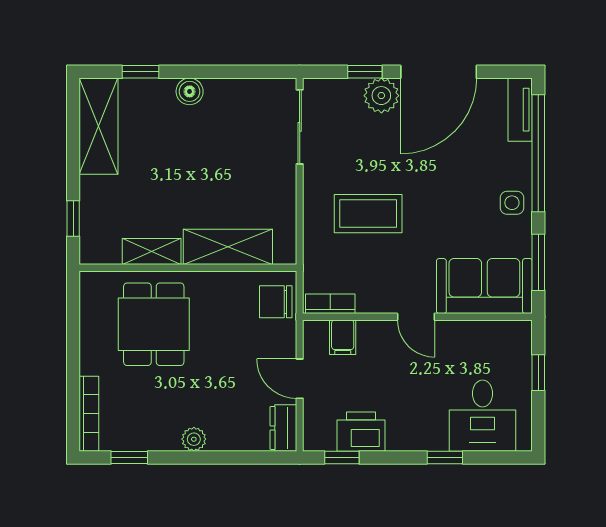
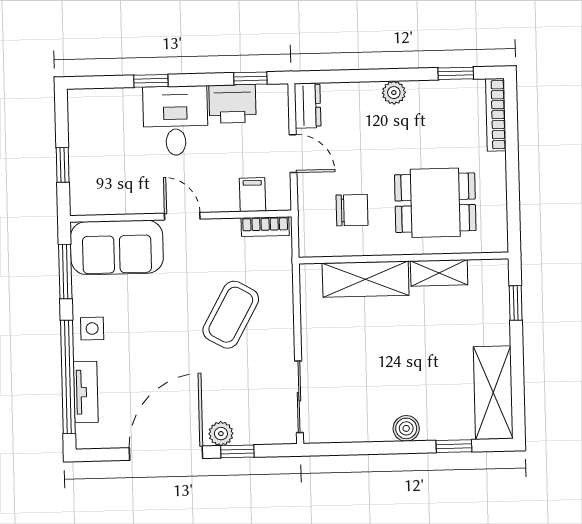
plant: (381, 96) -> (221, 434), width x0.73, depth x0.73
tv unit: (520, 110) -> (86, 392), moved
coffee table: (368, 214) -> (231, 315), turned -61
chair: (276, 302) -> (352, 210), moved
dining table: (154, 324) -> (435, 203), turned 90
desk: (483, 416) -> (175, 121), moved

